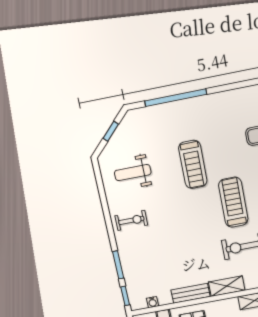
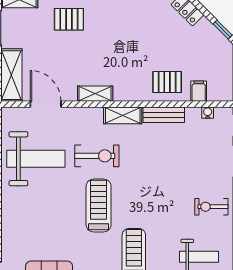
treadmill: (233, 202) -> (99, 206), turned 180

